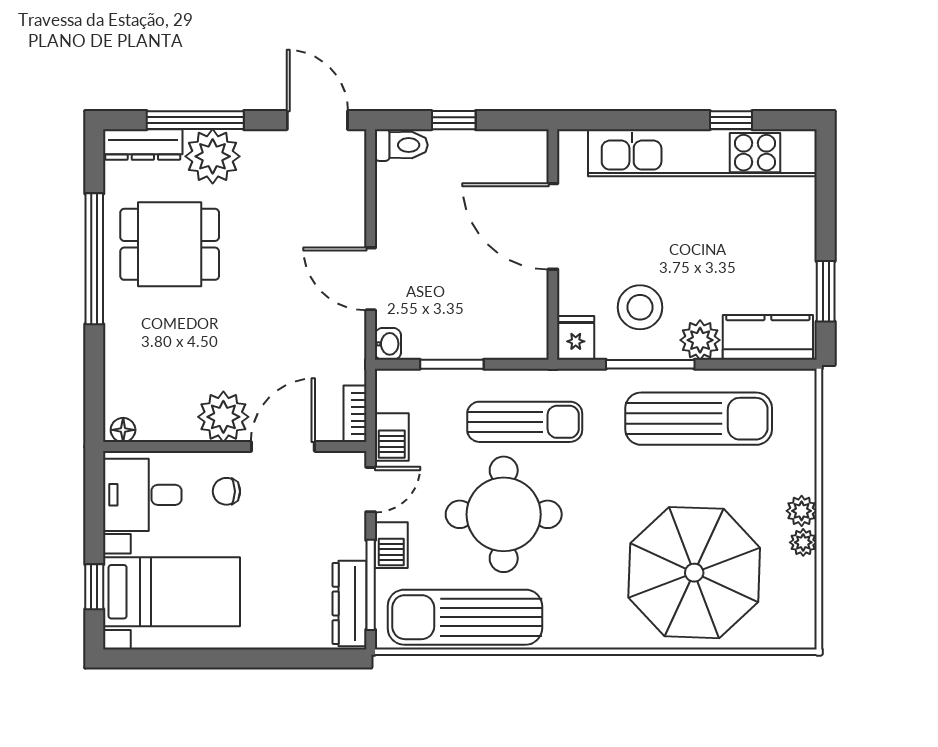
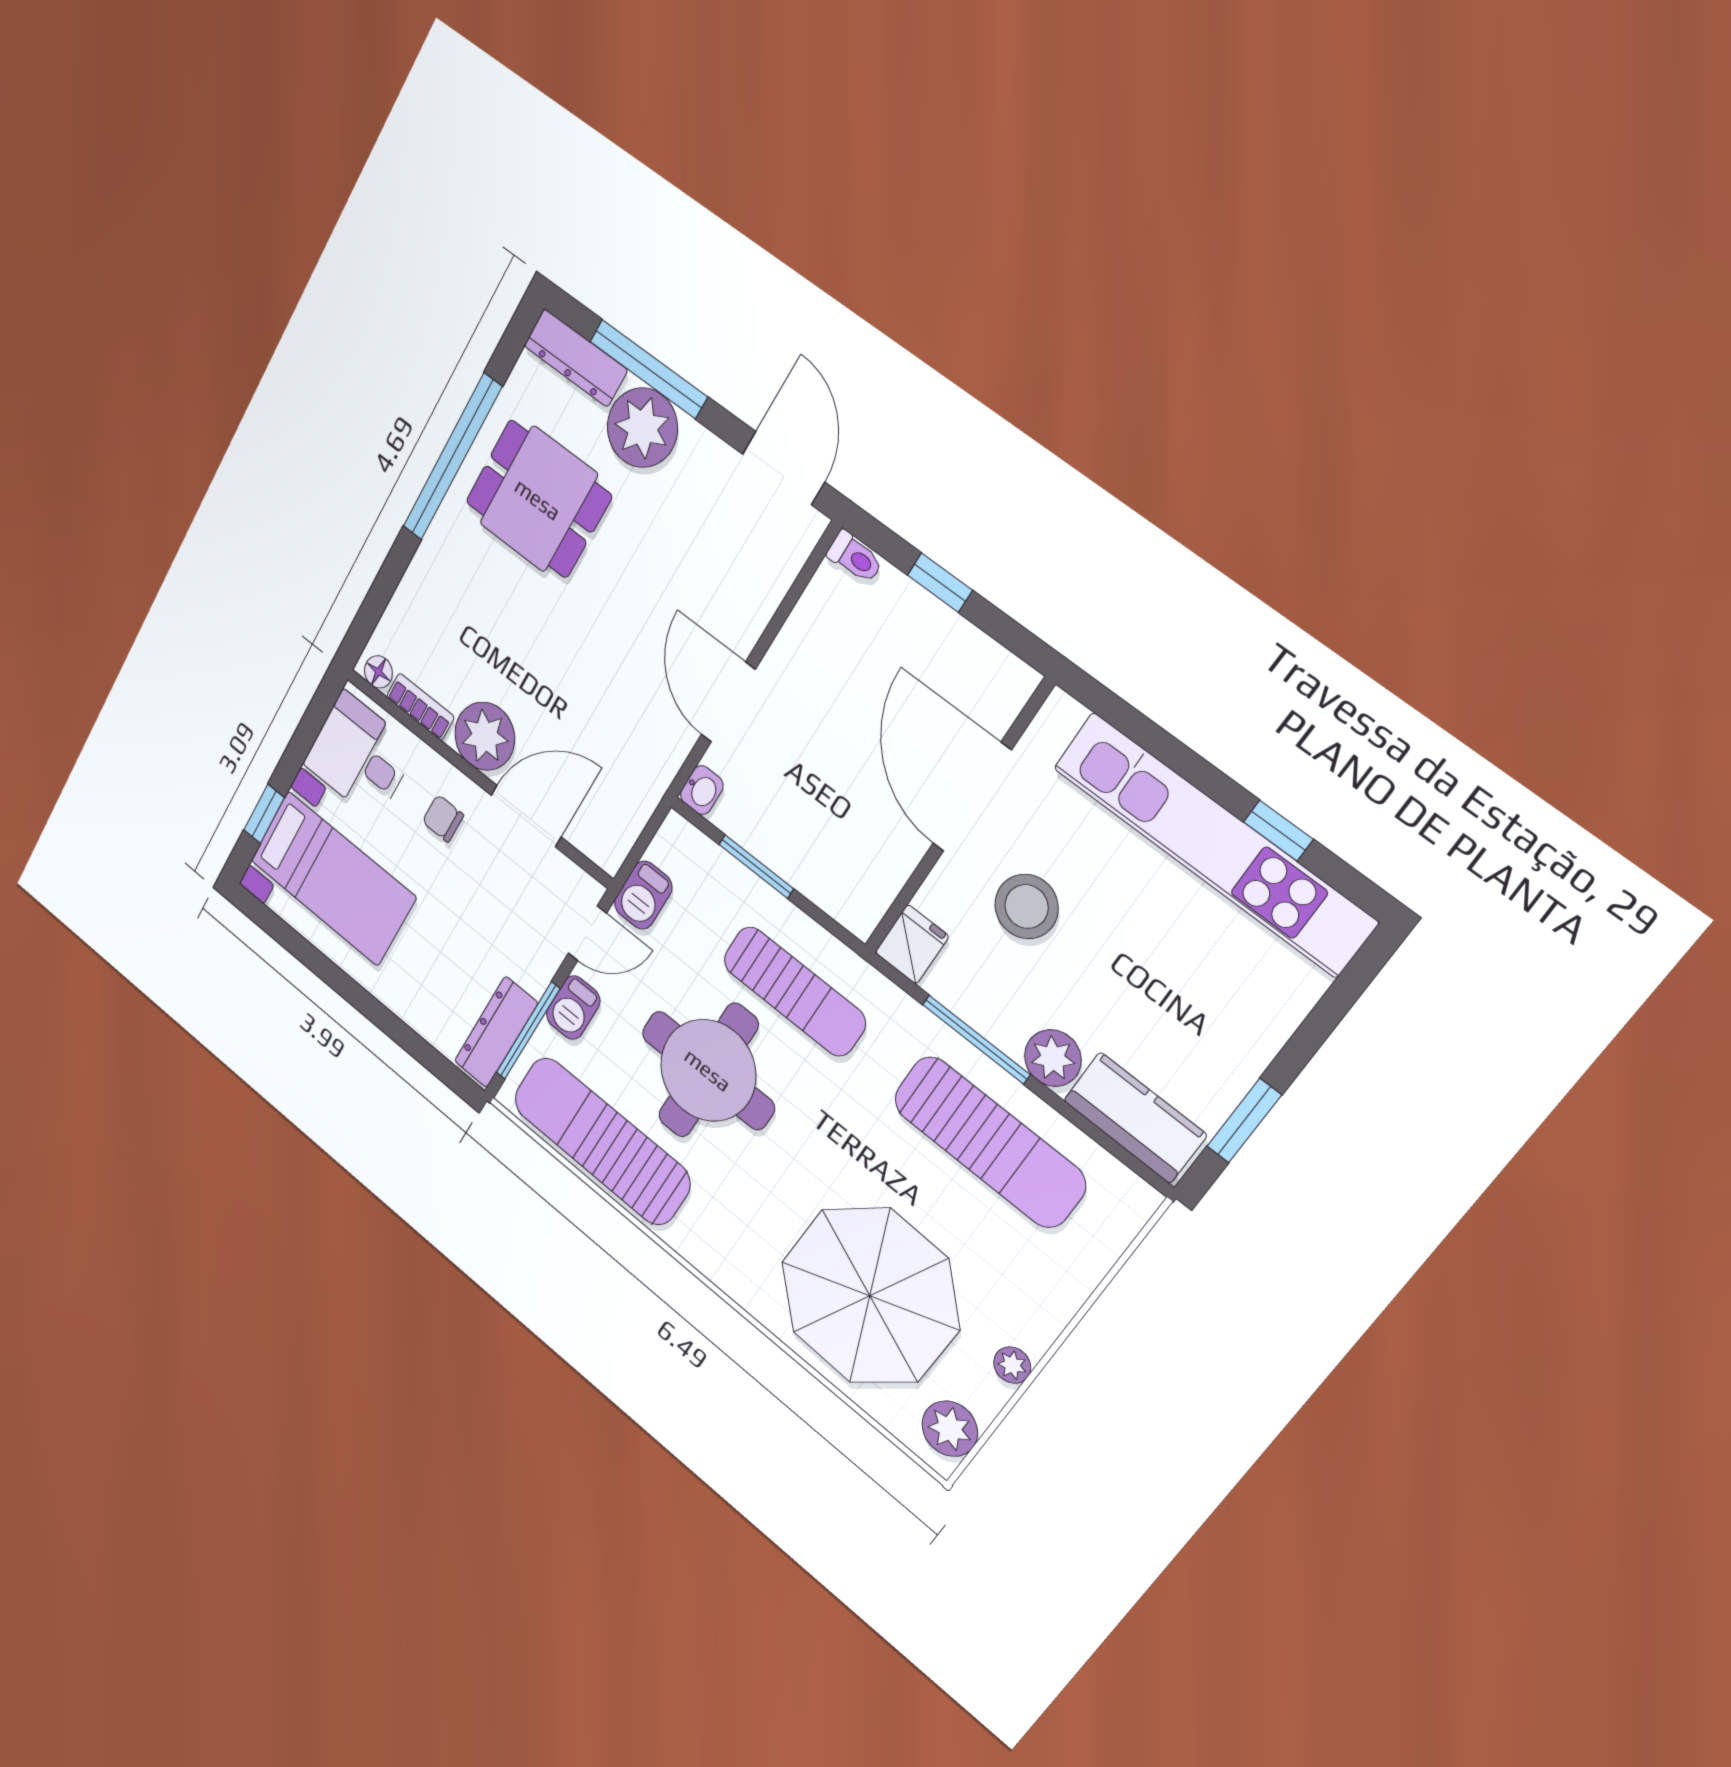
toilet: (401, 145) -> (855, 557), width x0.73, depth x0.72
stool: (640, 307) -> (1027, 907), moved
bookcase: (355, 414) -> (420, 707), moved, turned 90
plant: (802, 511) -> (950, 1429), moved, width x1.38, depth x1.38

